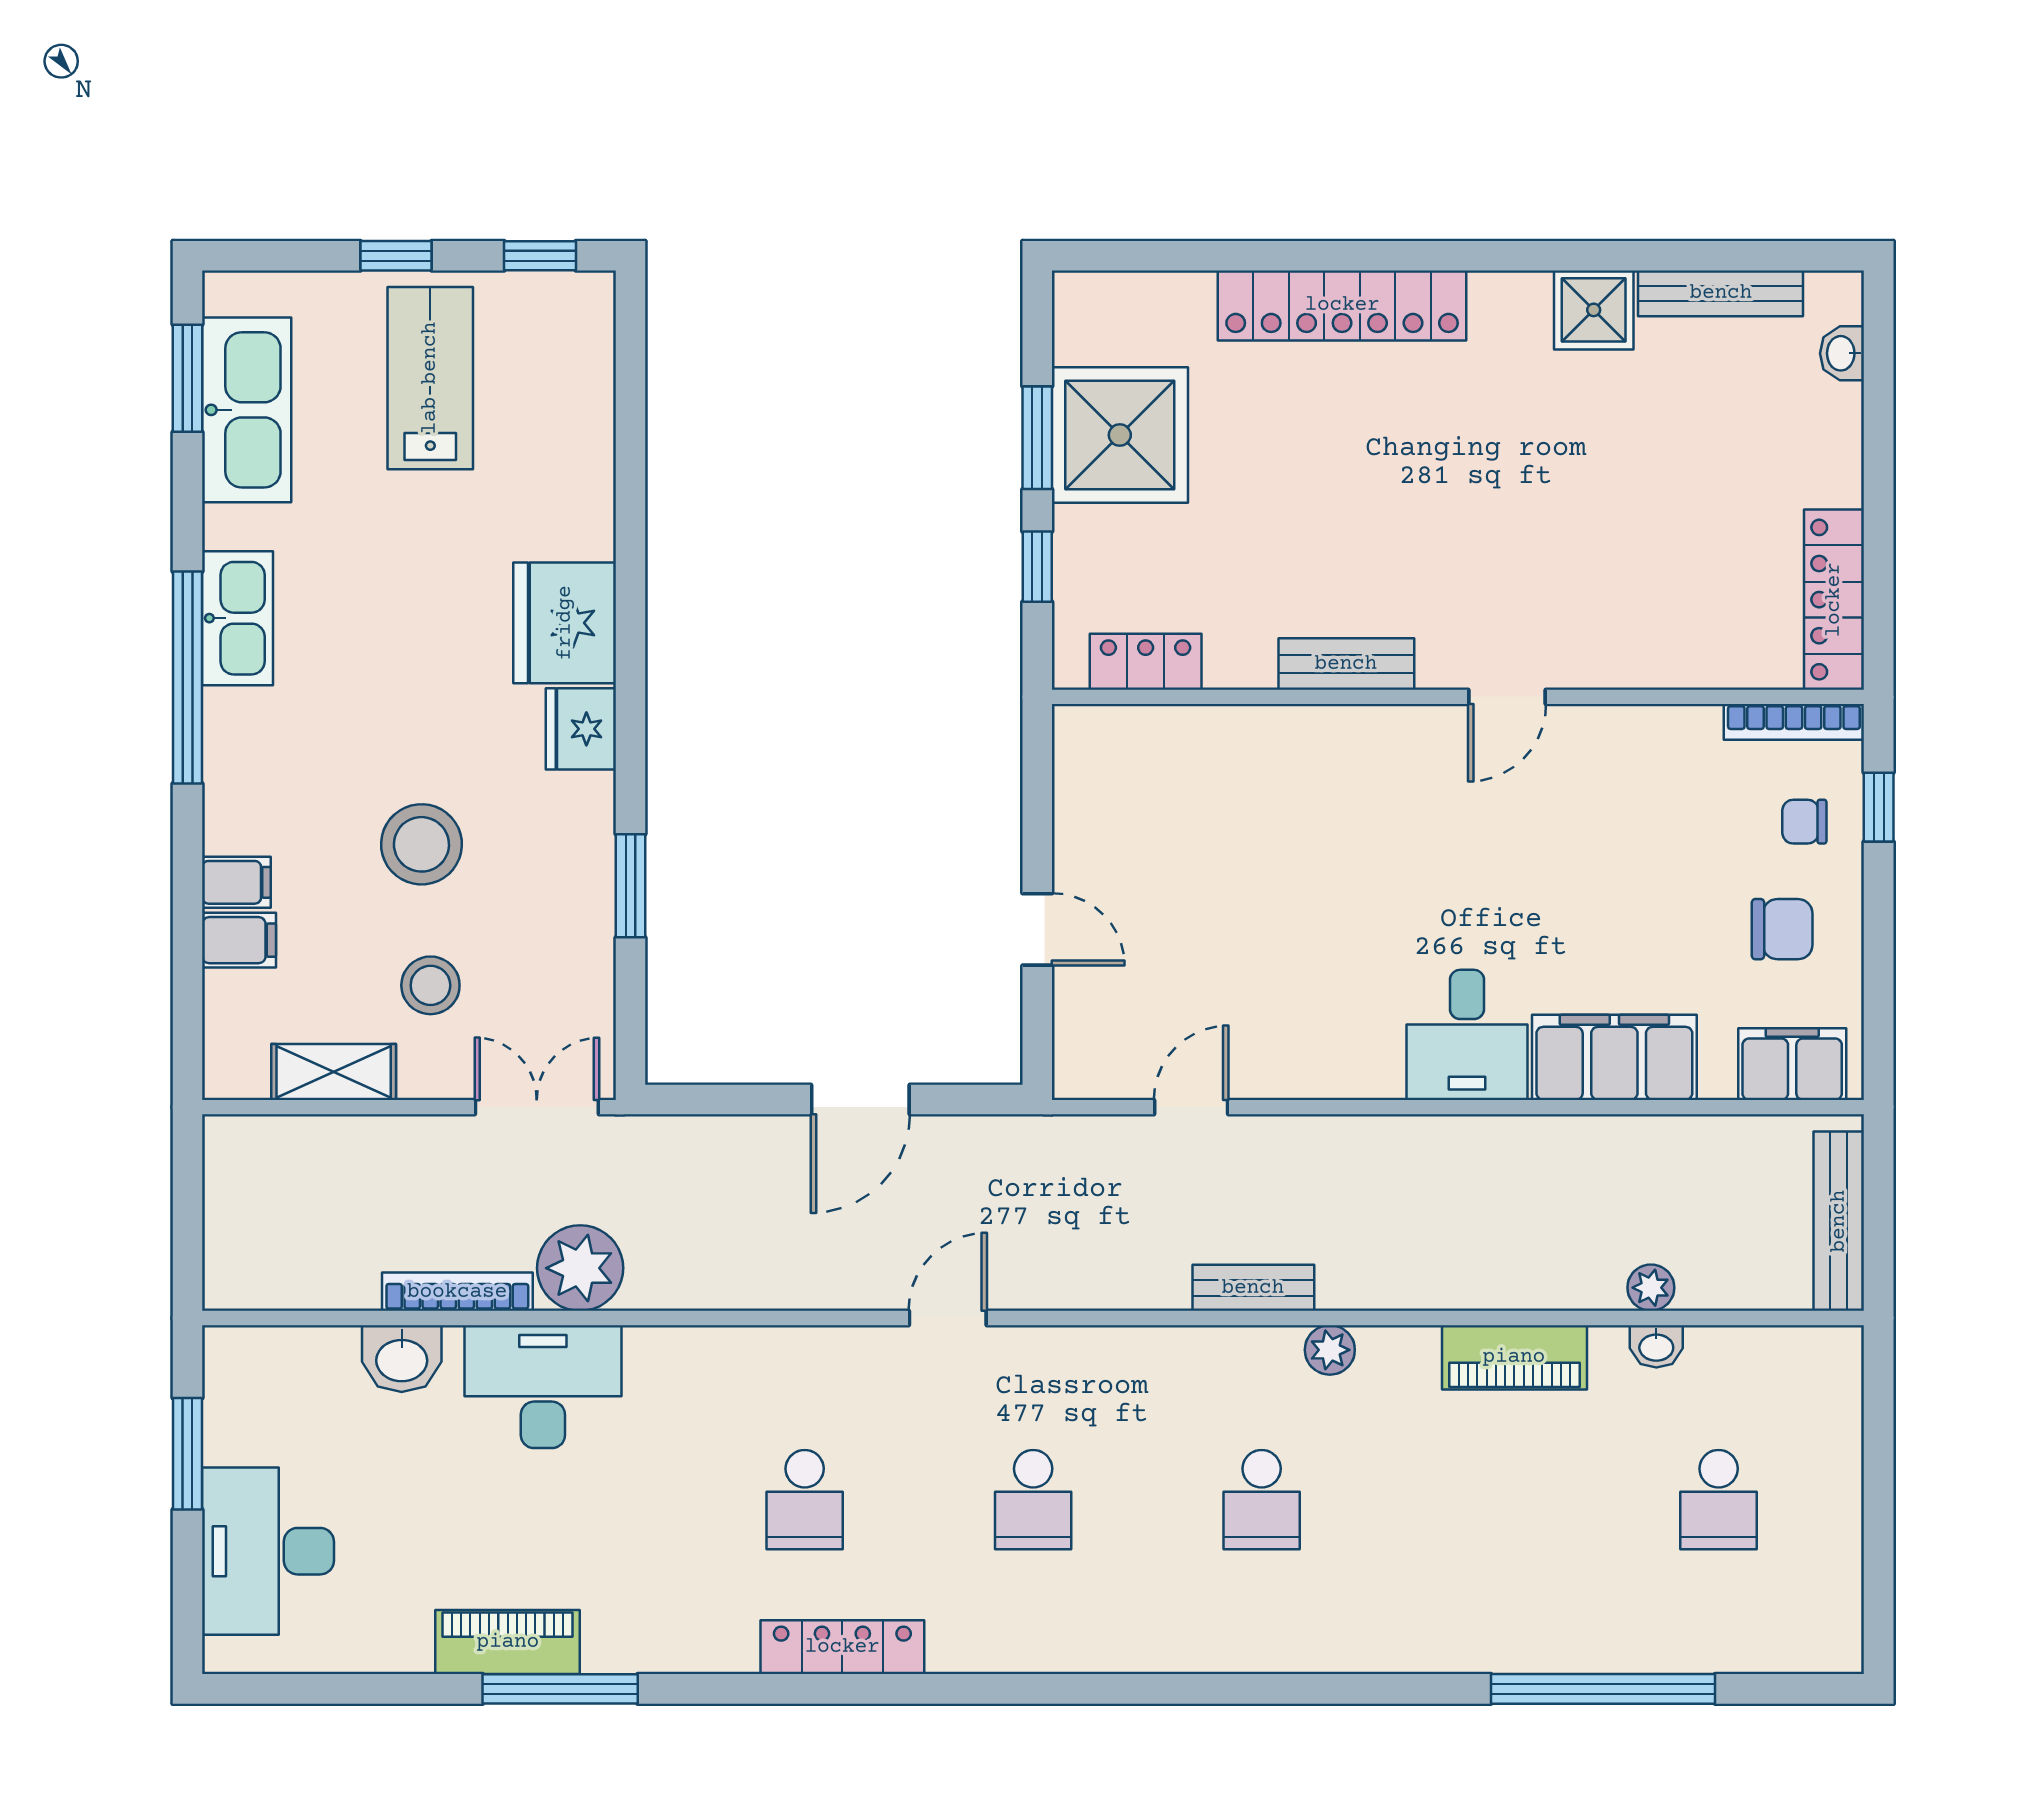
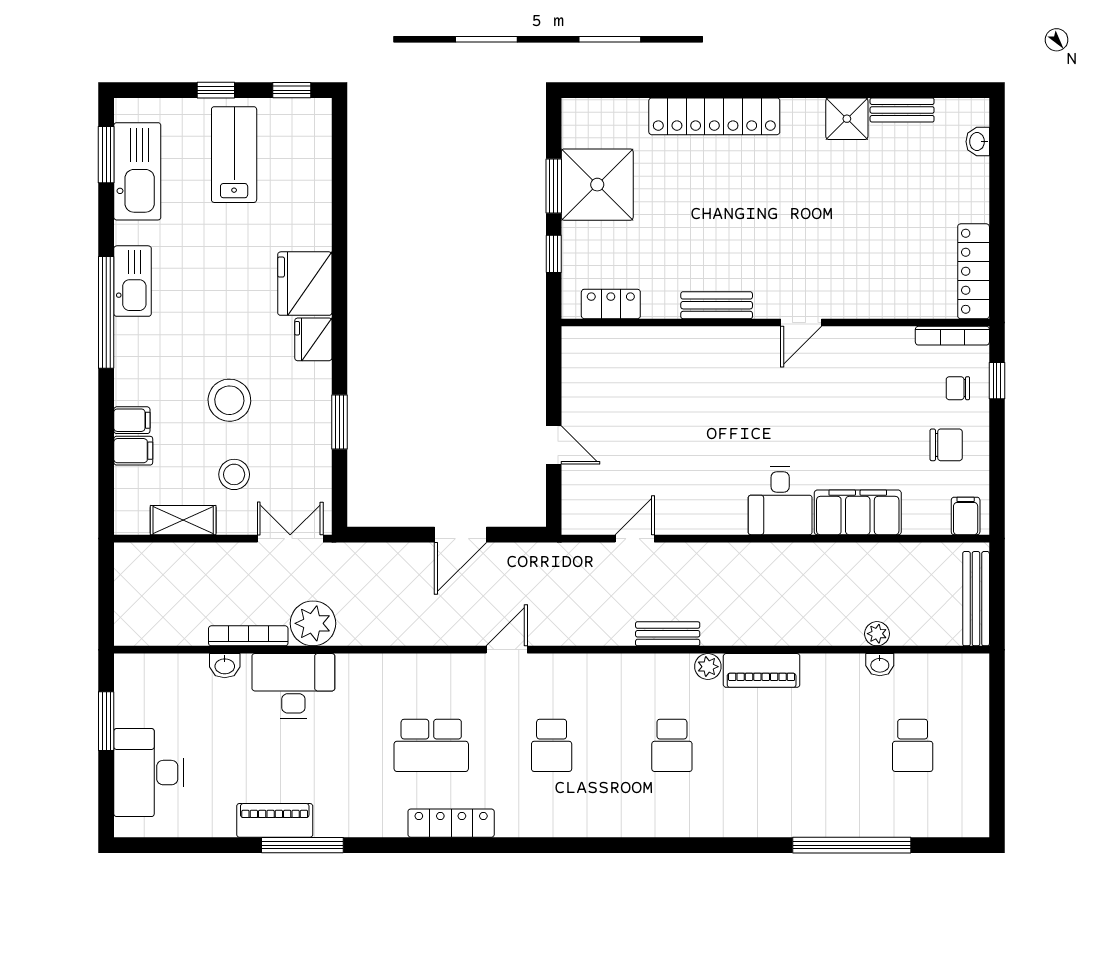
bench: (1721, 293) -> (902, 110), width x0.73
filing cabinet: (1792, 1064) -> (966, 516), width x0.50
piano: (1514, 1357) -> (762, 670), moved
washbasin: (402, 1359) -> (225, 666), width x0.72, depth x0.69
school desk: (805, 1500) -> (431, 745), width x1.85

